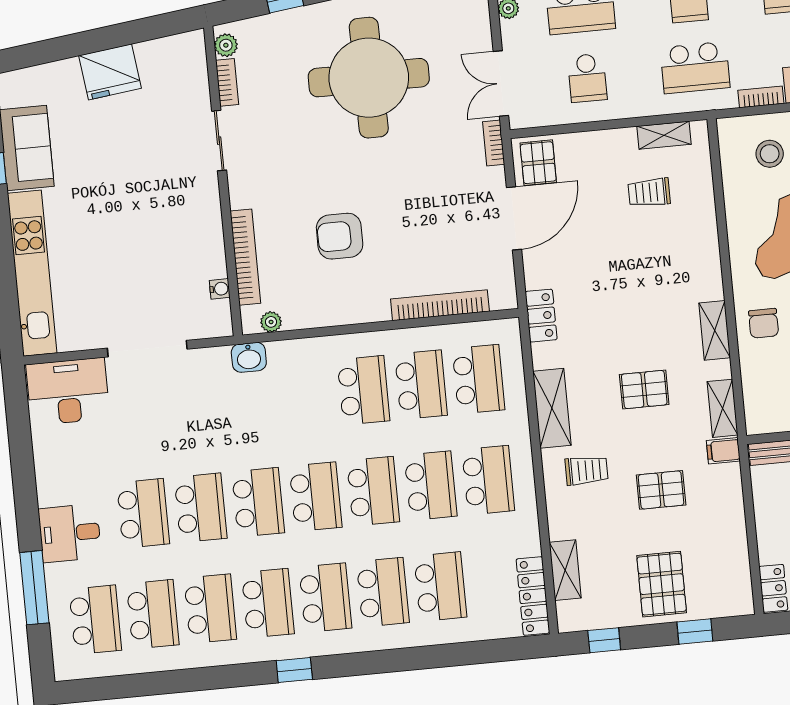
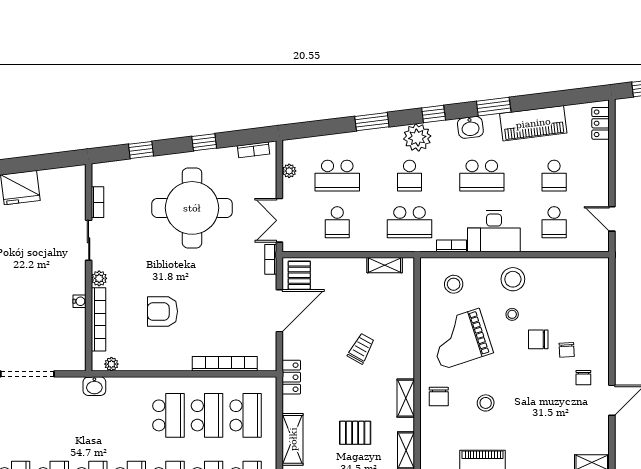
plant: (226, 45) -> (99, 278), moved
trolley: (649, 192) -> (361, 349), moved, turned 119
water cooler: (220, 289) -> (79, 301), moved

